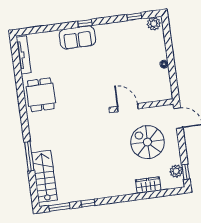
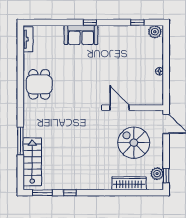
tv unit: (24, 55) -> (28, 39), width x0.71
wardrobe: (148, 185) -> (129, 183), width x1.50

